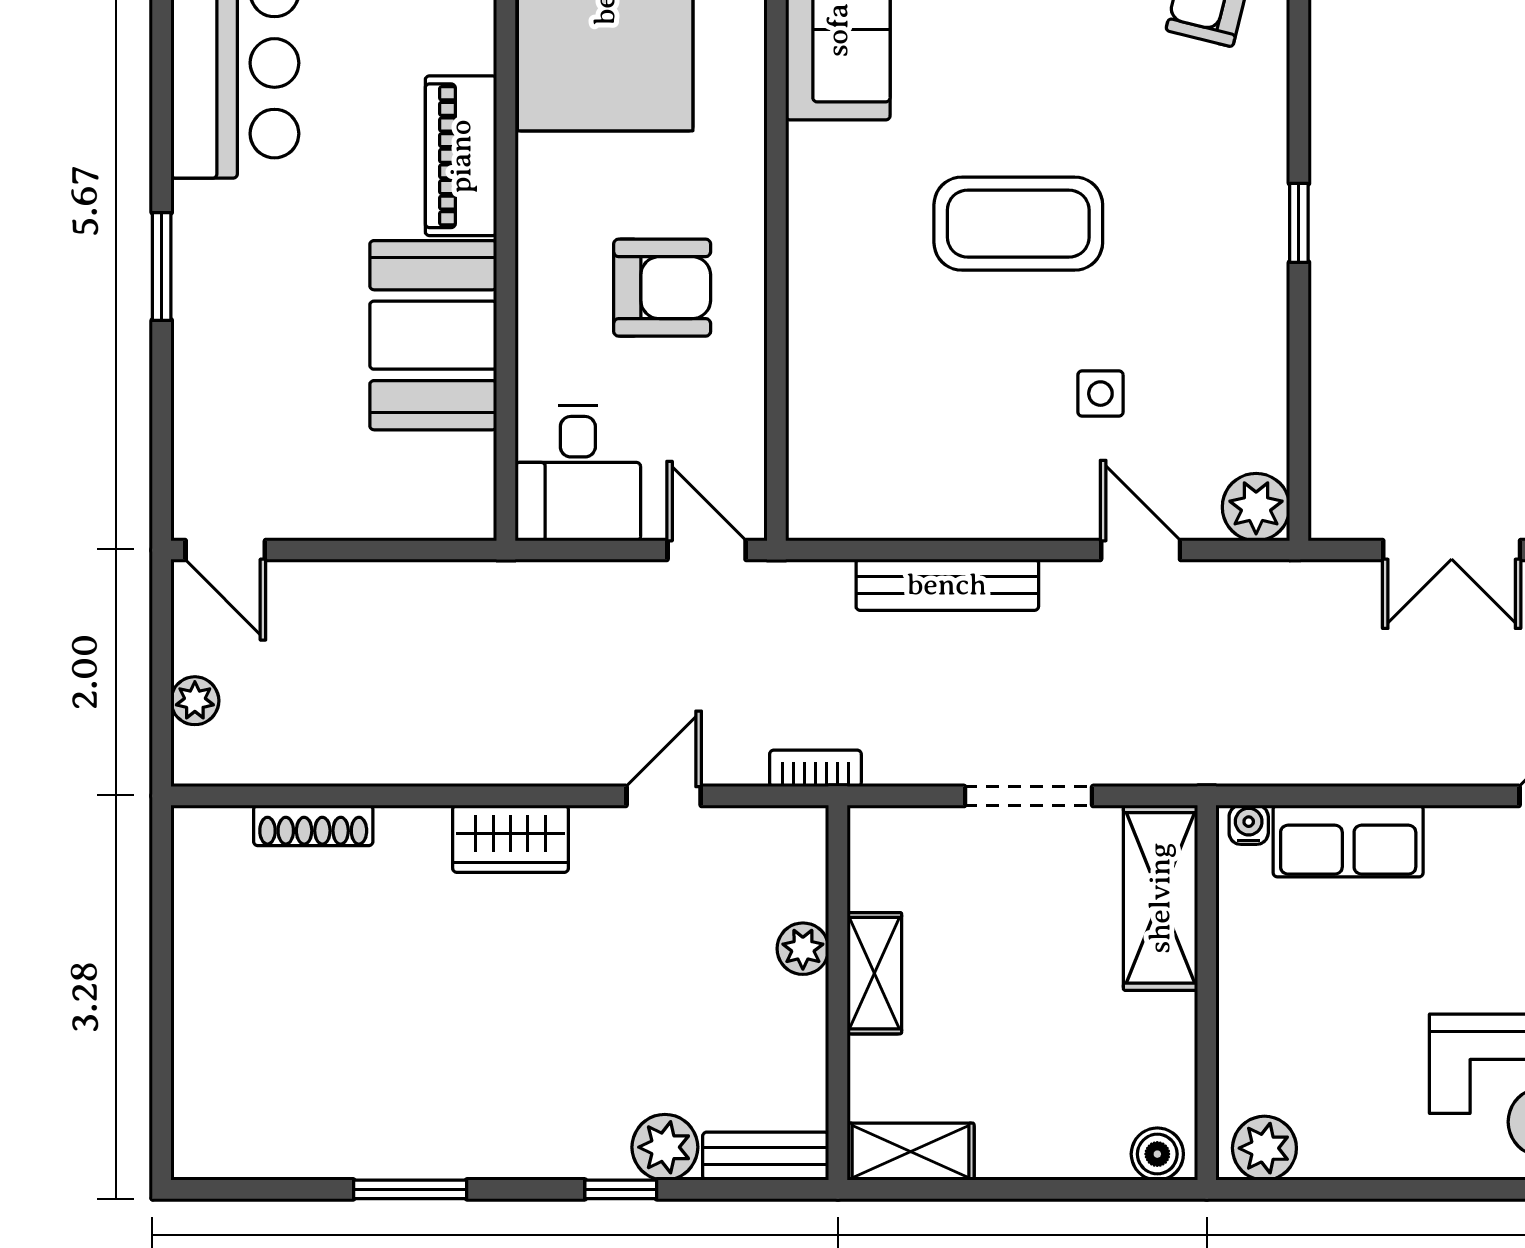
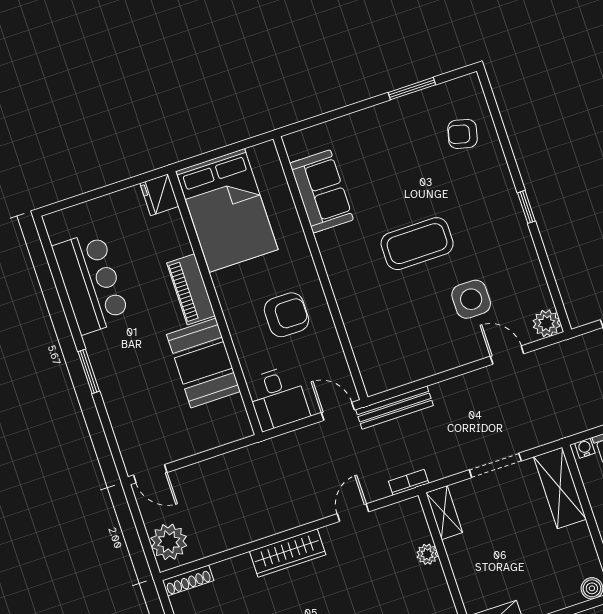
side table: (1100, 394) -> (471, 299), width x1.87, depth x1.87
bench: (947, 585) -> (395, 408), moved
plant: (195, 701) -> (169, 542), width x1.88, depth x1.88
shoe rack: (313, 825) -> (188, 580), moved
wardrobe: (511, 839) -> (288, 553), width x1.50
shelving: (874, 973) -> (444, 513), moved

